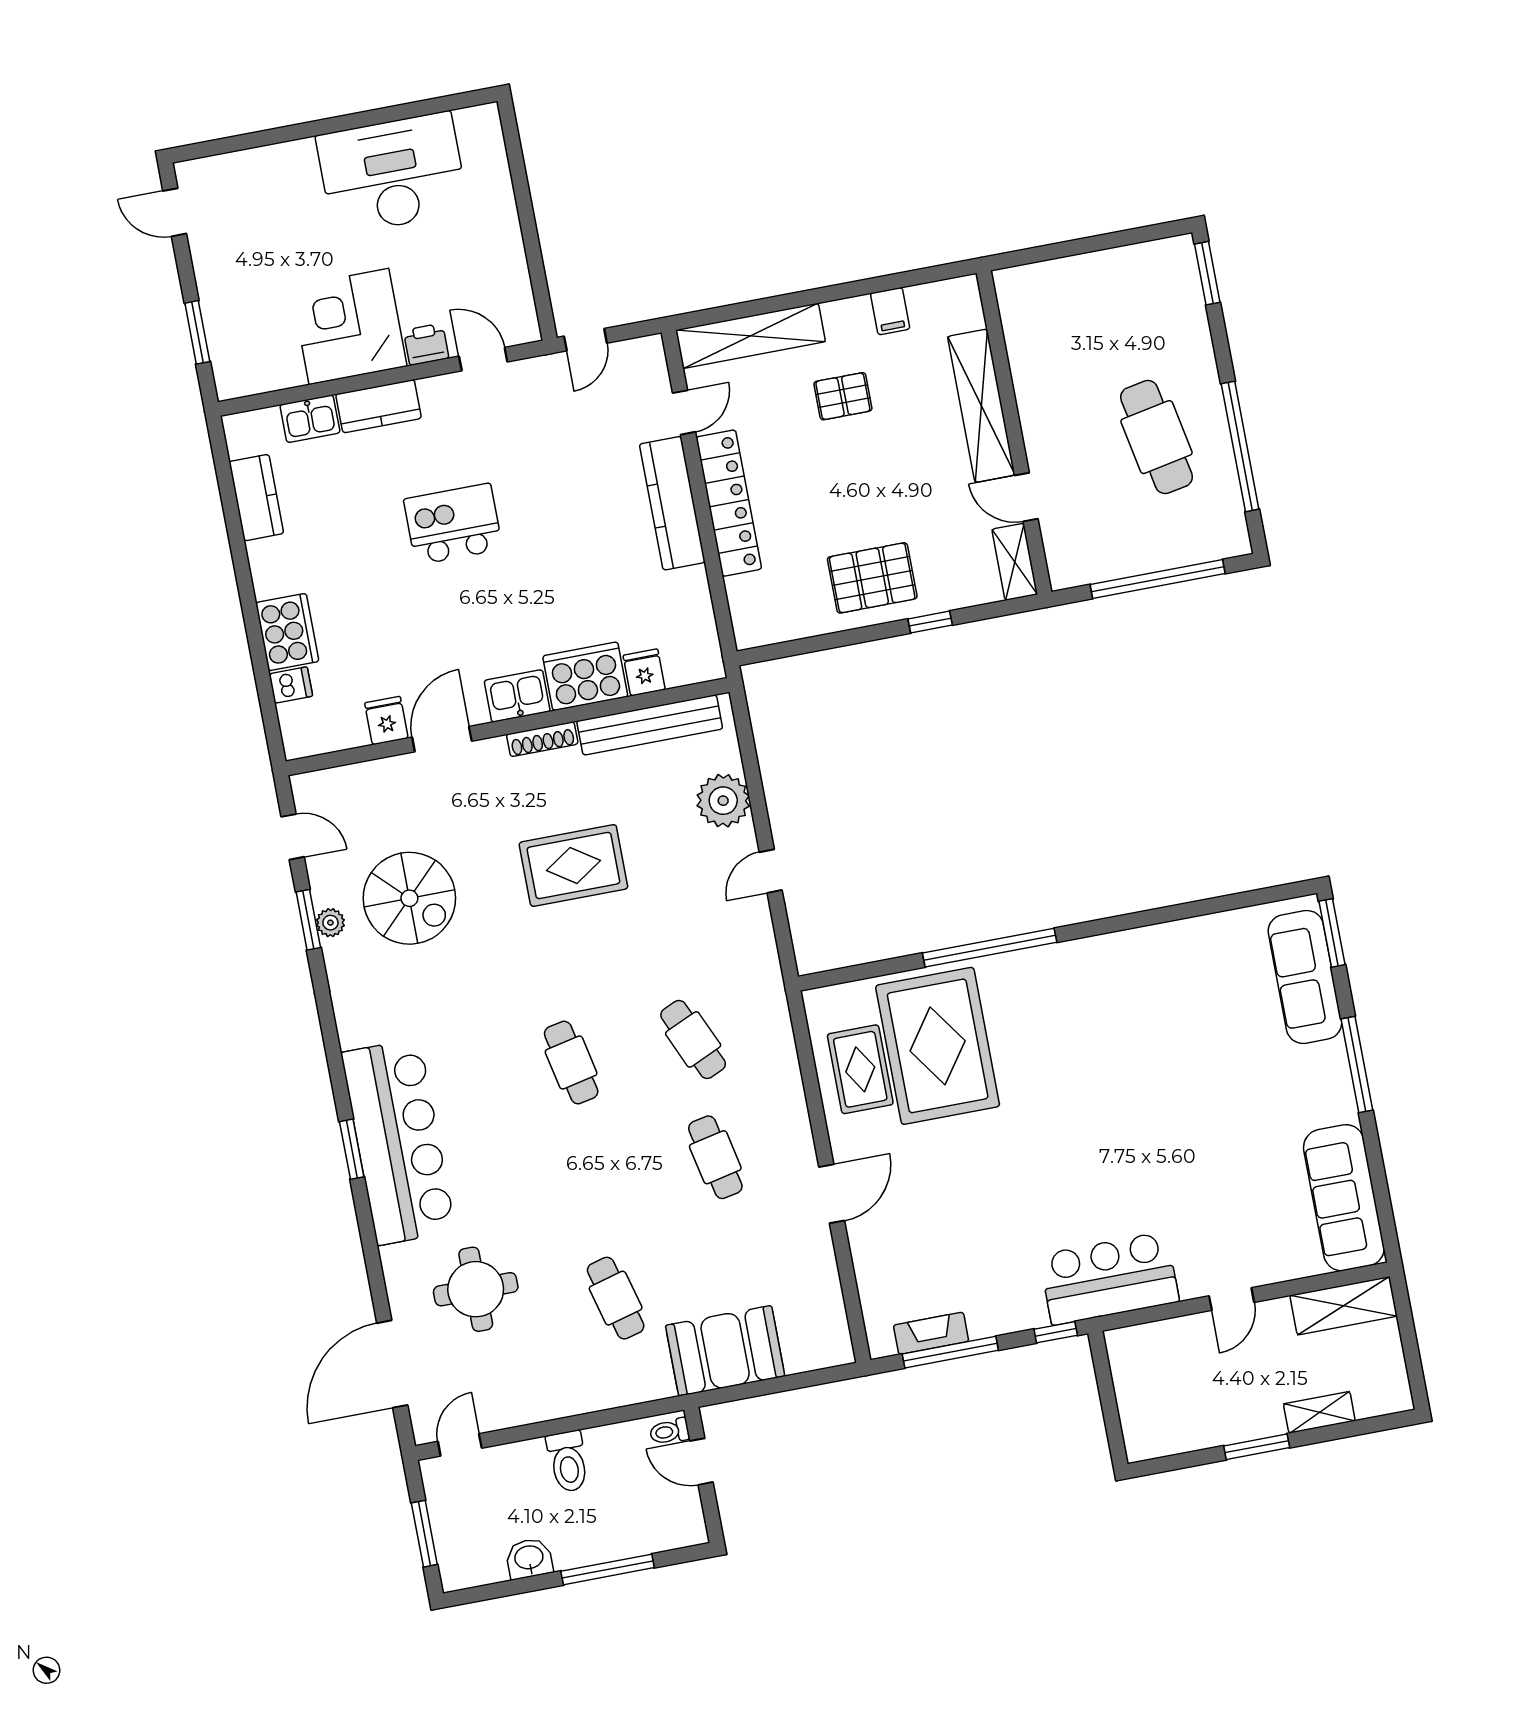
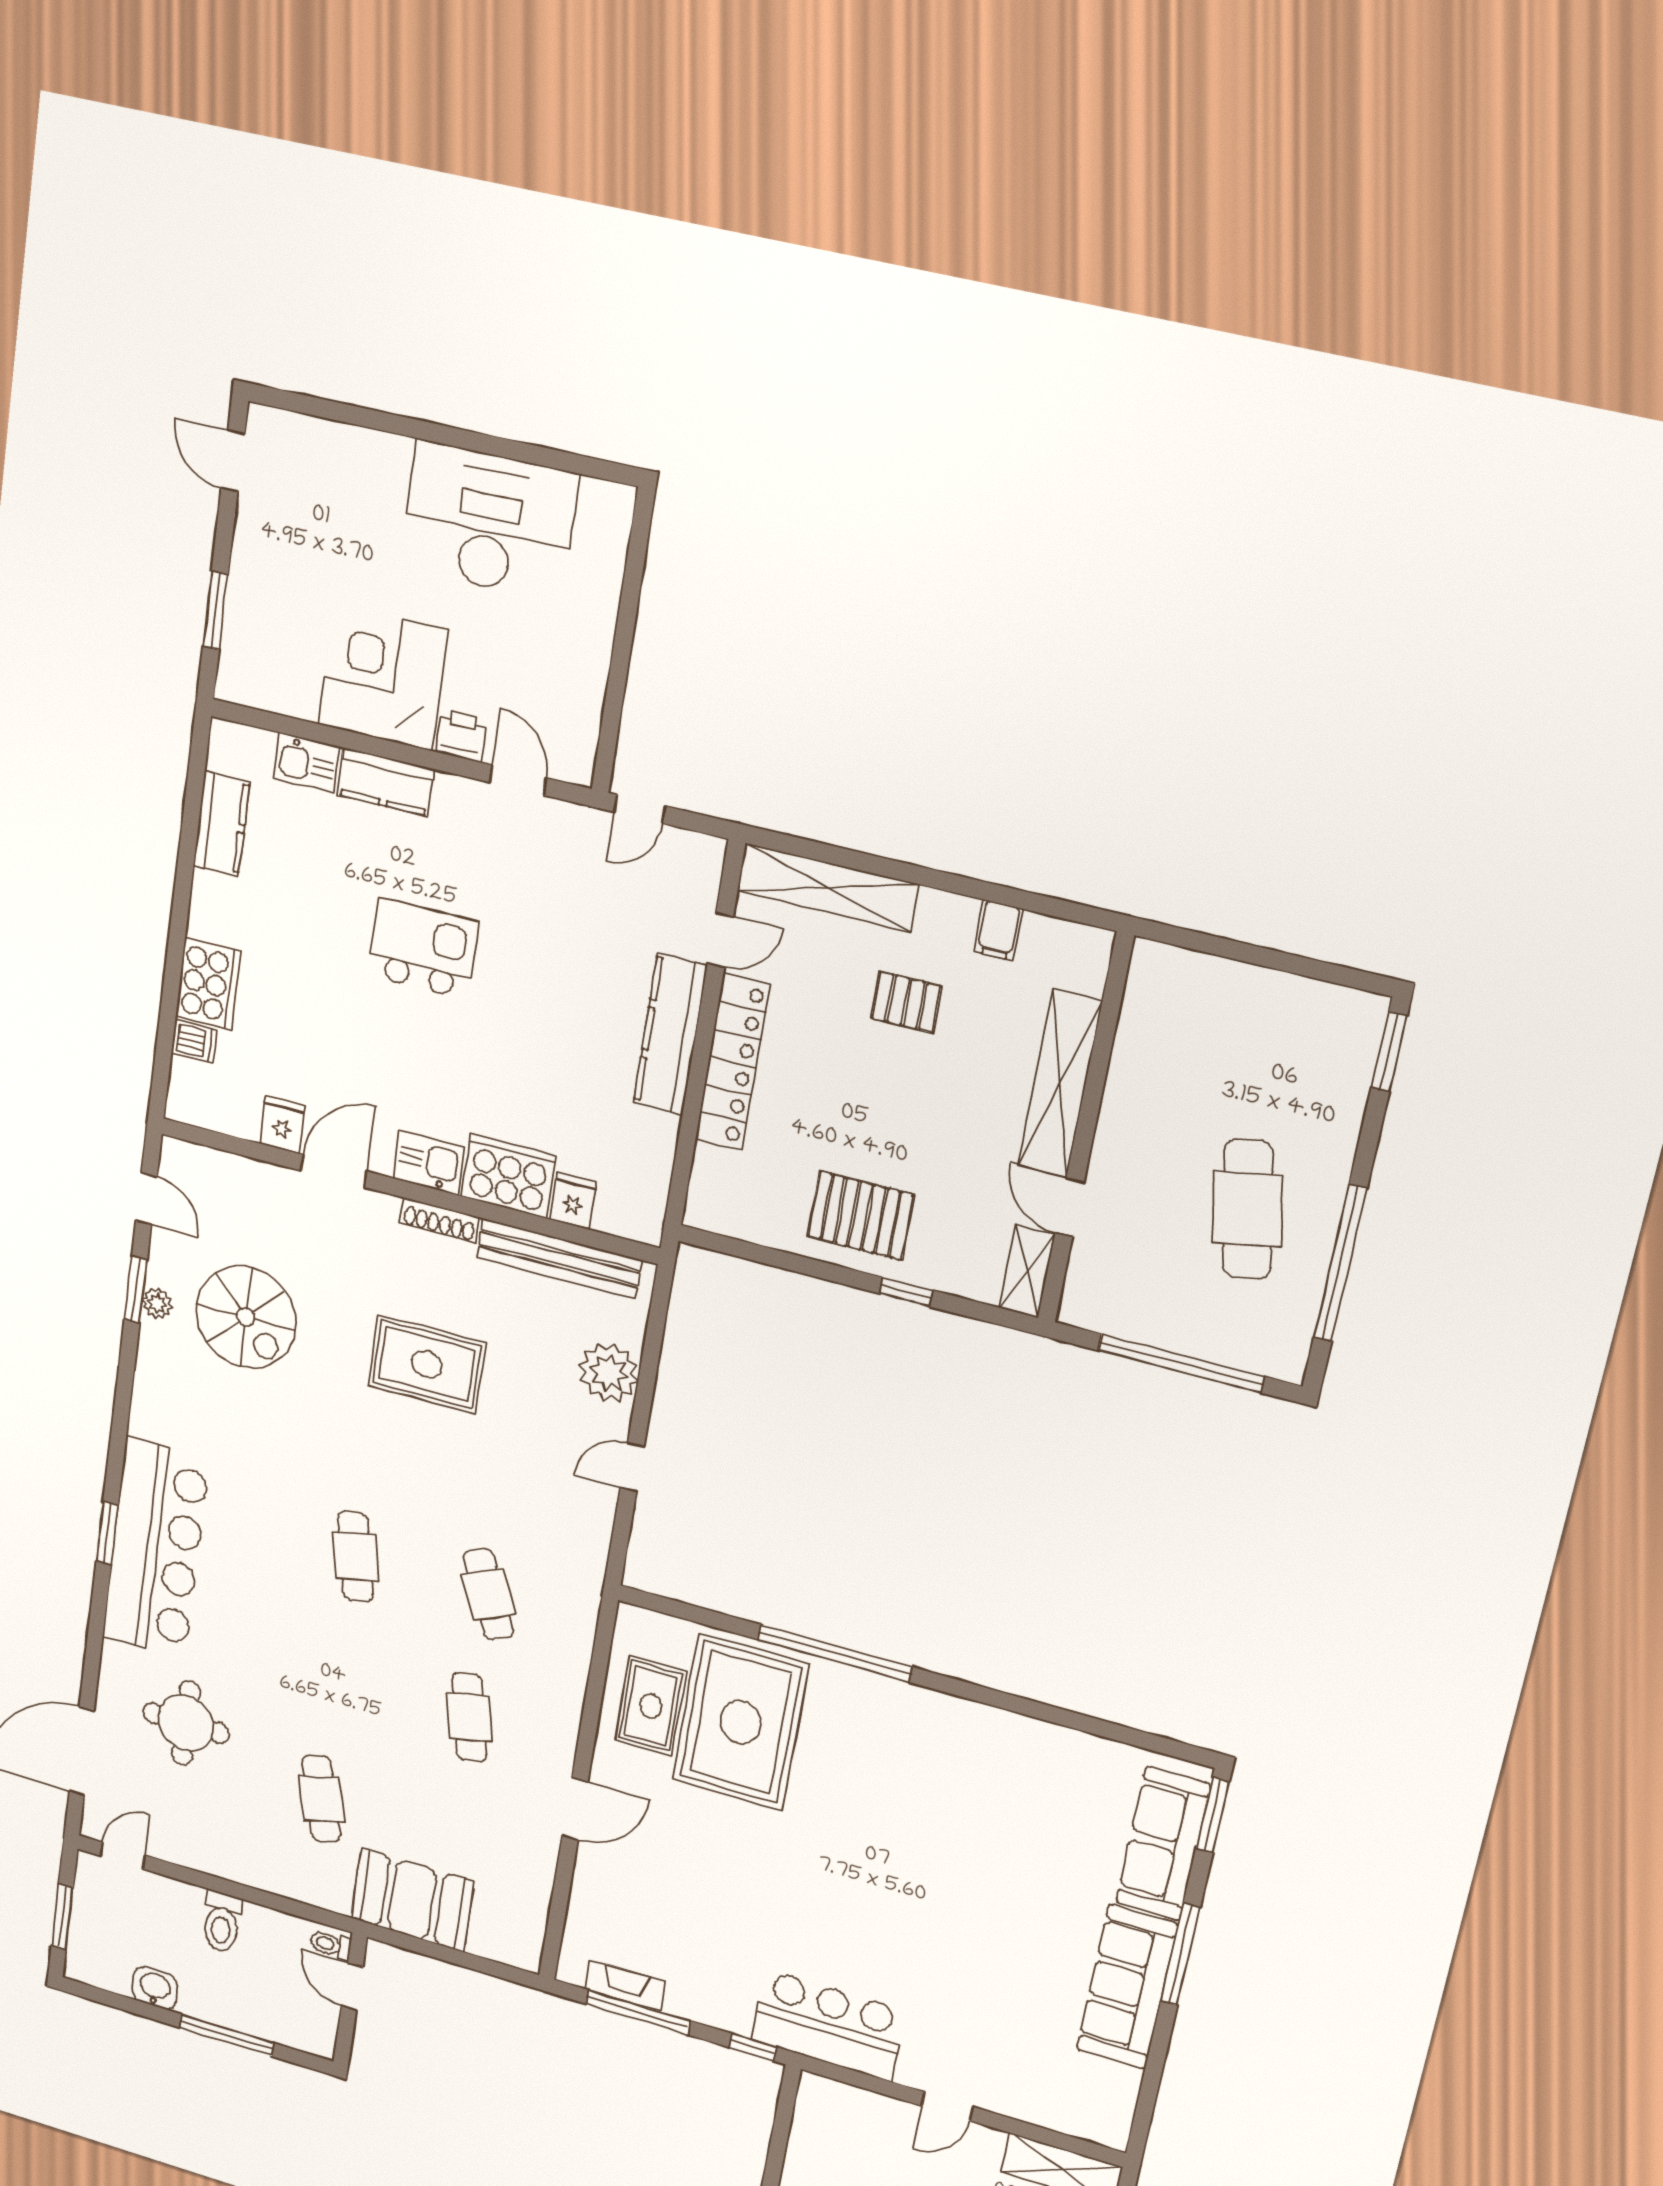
sofa: (1344, 1198) -> (1127, 1987), moved

